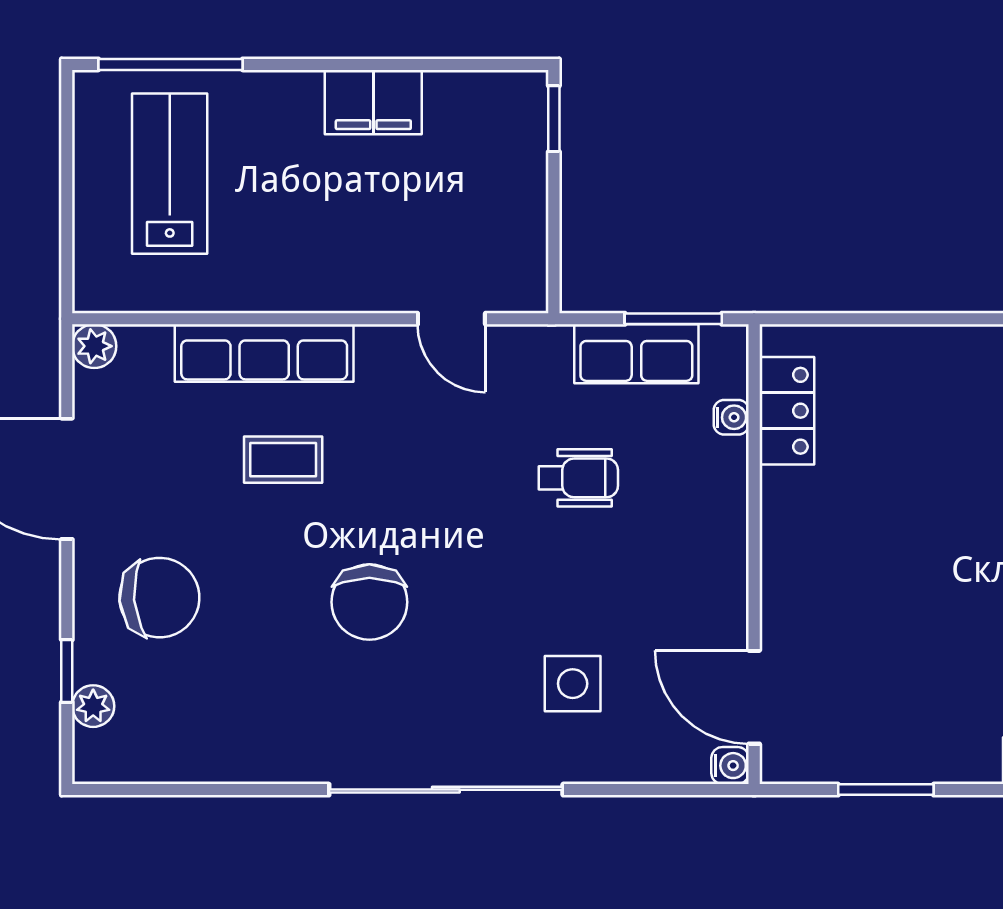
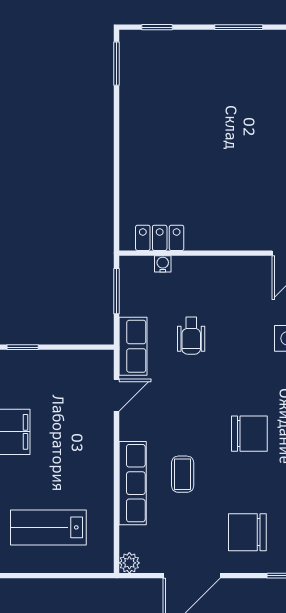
row of seats: (636, 354) -> (133, 346), moved
wheelchair: (578, 478) -> (191, 336), turned 180
chair: (159, 598) -> (247, 532), turned -85

